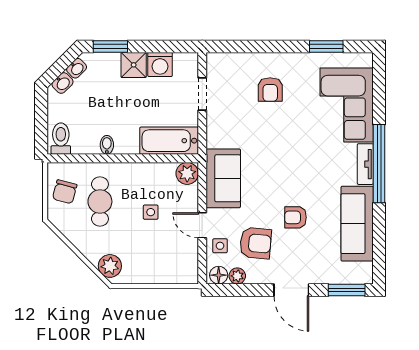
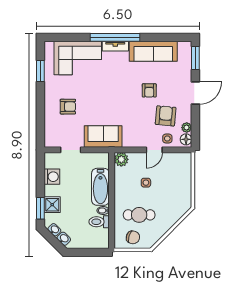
shower: (134, 65) -> (52, 205), moved
toilet: (61, 139) -> (99, 222), moved
bathtub: (169, 141) -> (100, 187), moved
sofa: (223, 178) -> (103, 136), moved
plant: (110, 266) -> (180, 209), removed

